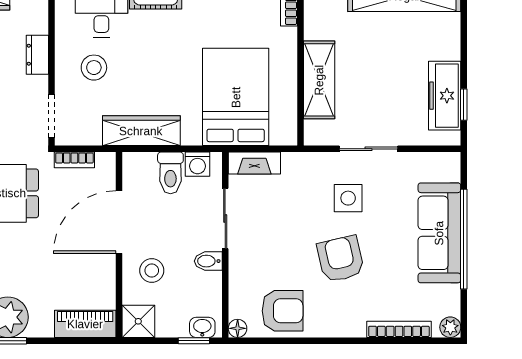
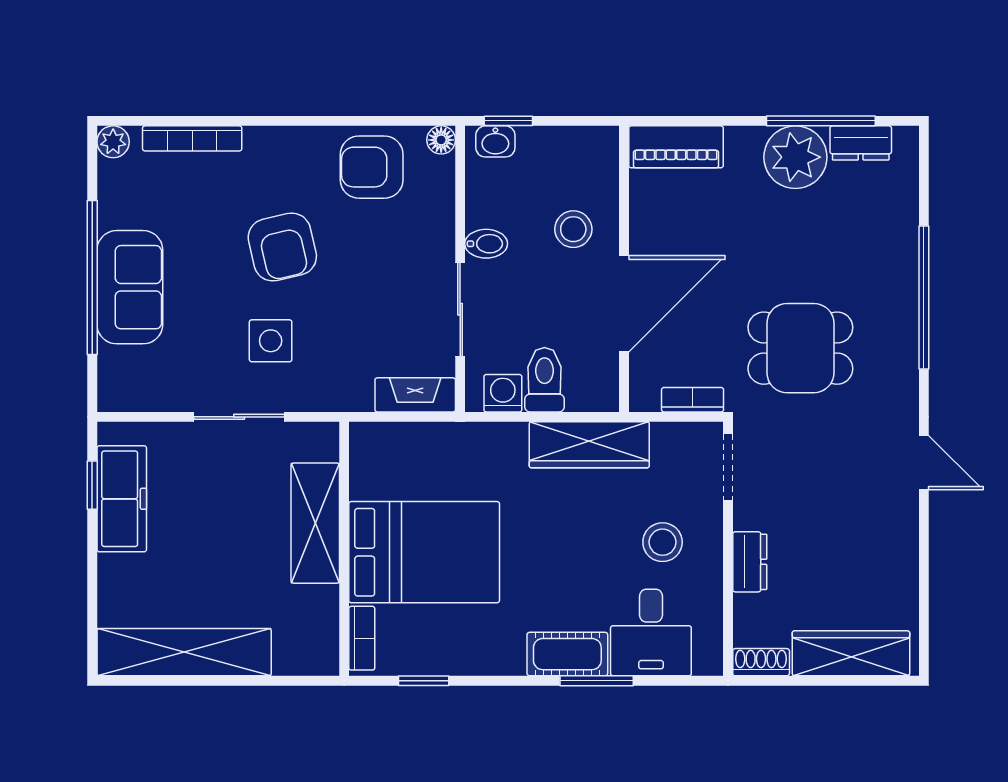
bed: (236, 97) -> (424, 552), moved, turned -90
sofa: (439, 233) -> (130, 287), width x0.73
shower: (138, 321) -> (594, 151), removed

